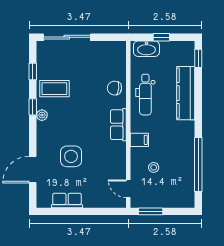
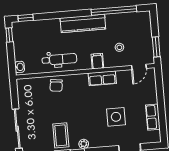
window: (161, 37) -> (9, 35), moved
washbasin: (146, 49) -> (20, 67), width x0.52, depth x0.69
kitchen counter: (186, 93) -> (83, 24), moved
row of seats: (118, 125) -> (102, 78), moved

